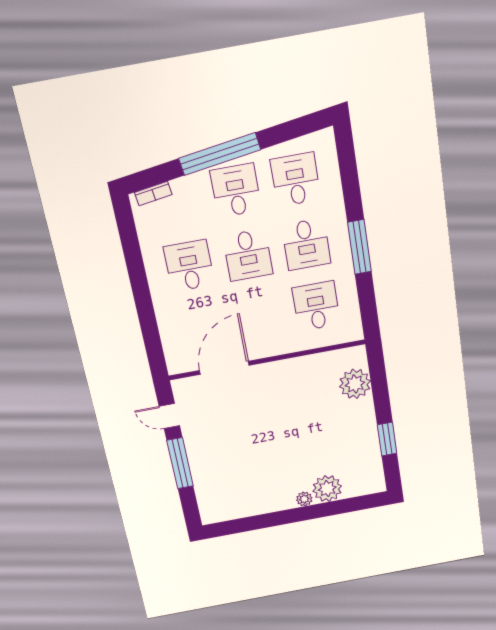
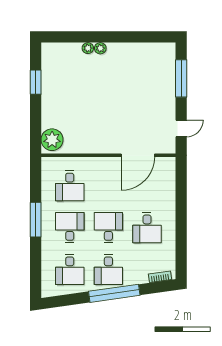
plant: (355, 384) -> (52, 140), moved
door: (169, 416) -> (181, 129), hinge flipped
window: (180, 463) -> (181, 78), moved
plant: (327, 489) -> (88, 48), width x0.53, depth x0.53

